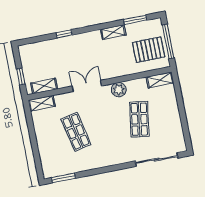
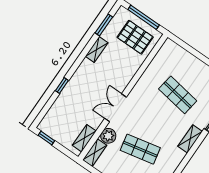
pallet: (149, 50) -> (135, 37), turned 90
window: (21, 76) -> (46, 138), moved
shelving: (160, 80) -> (190, 139), moved
plant: (119, 90) -> (108, 136), moved

